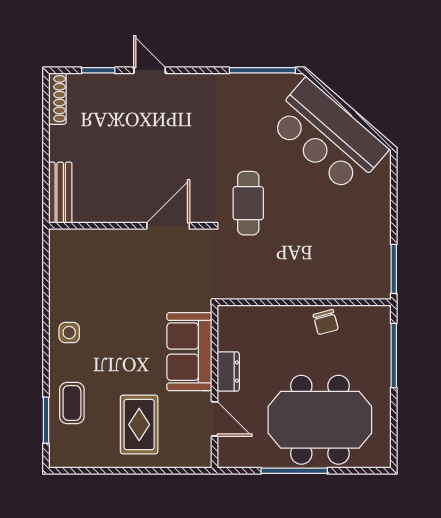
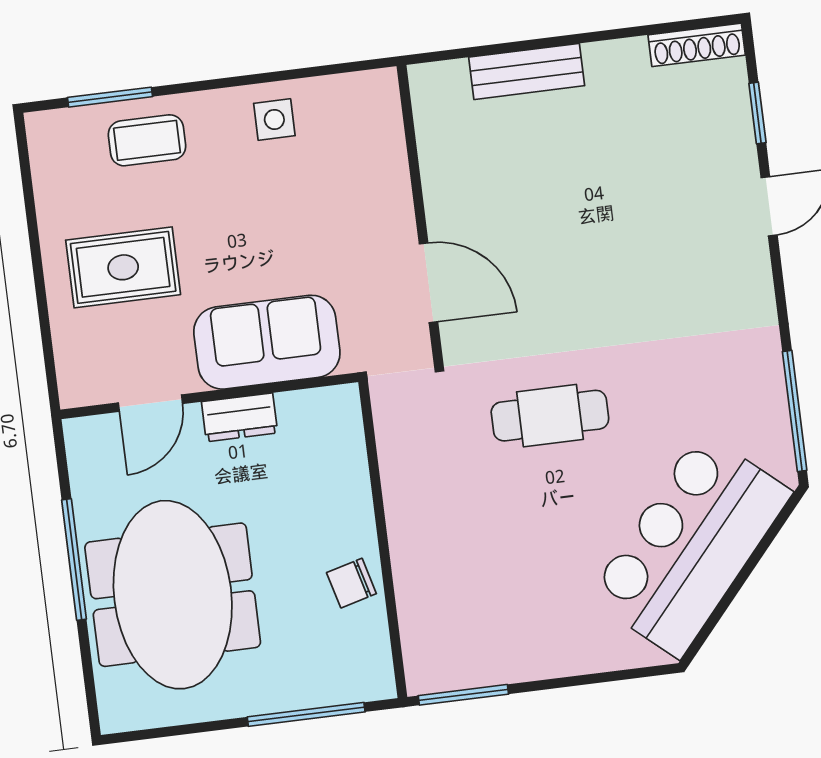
wall: (130, 226) -> (420, 214), moved
door: (168, 226) -> (429, 283), moved

